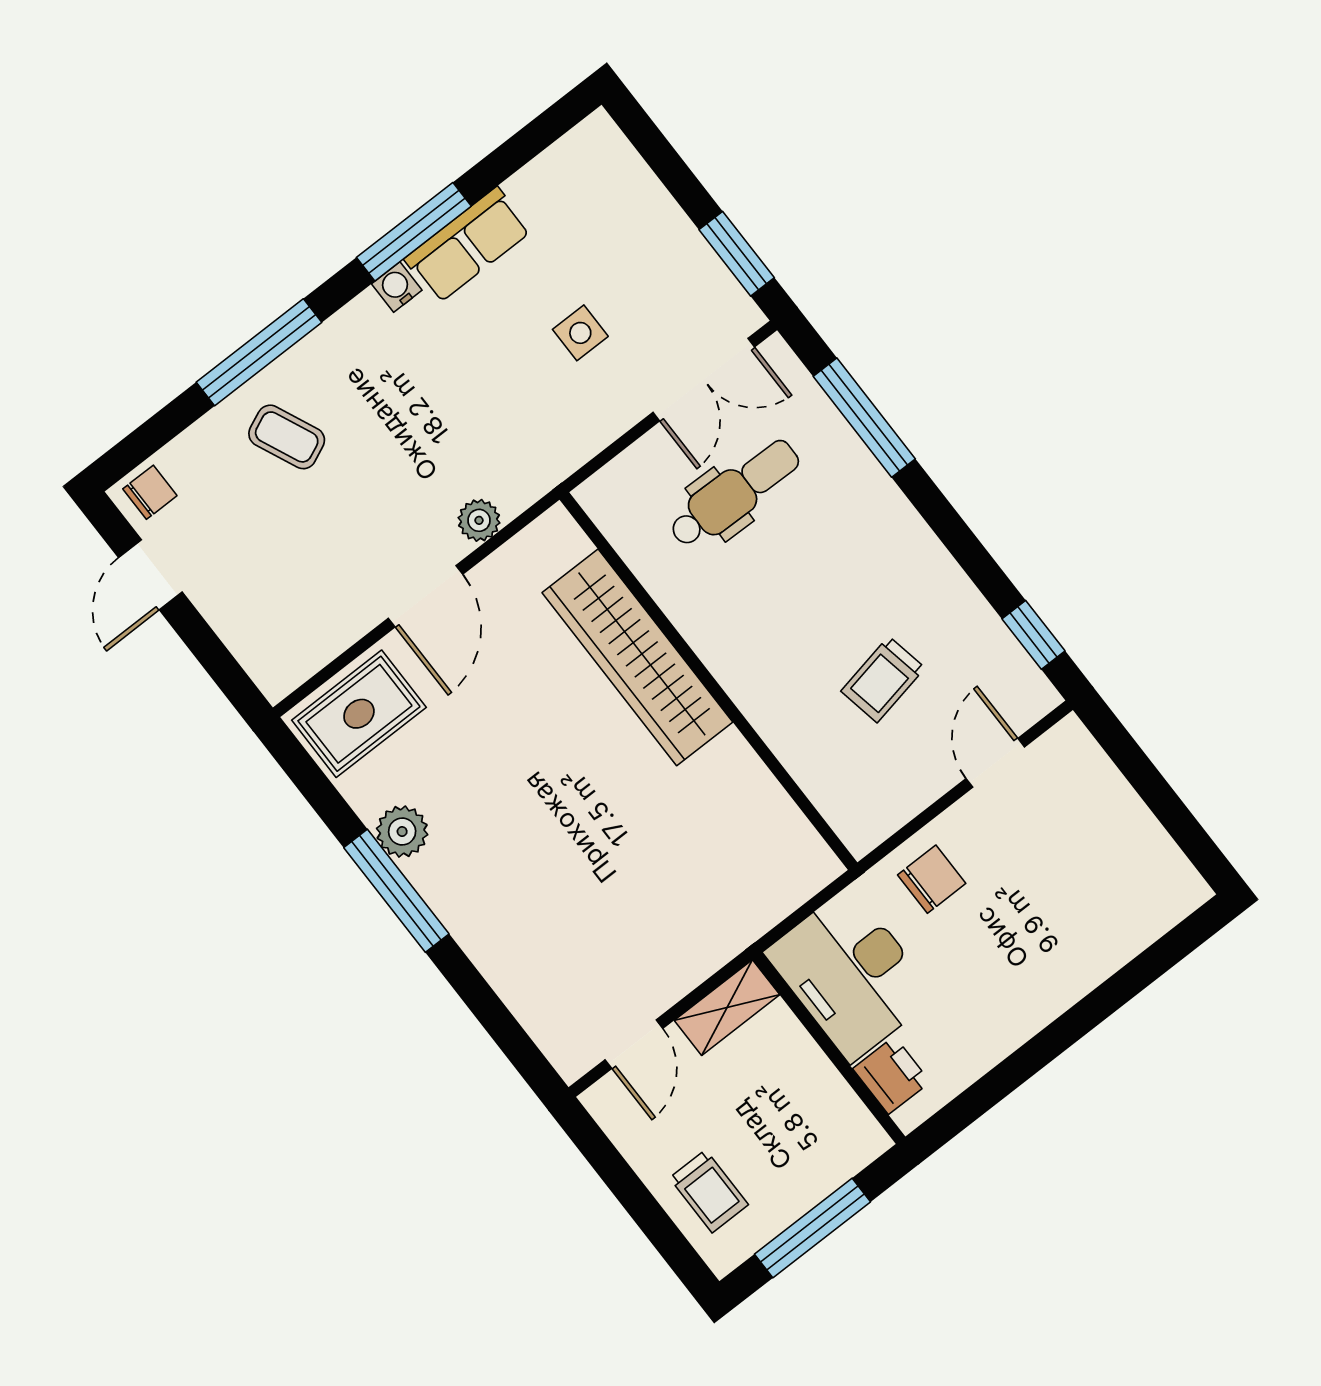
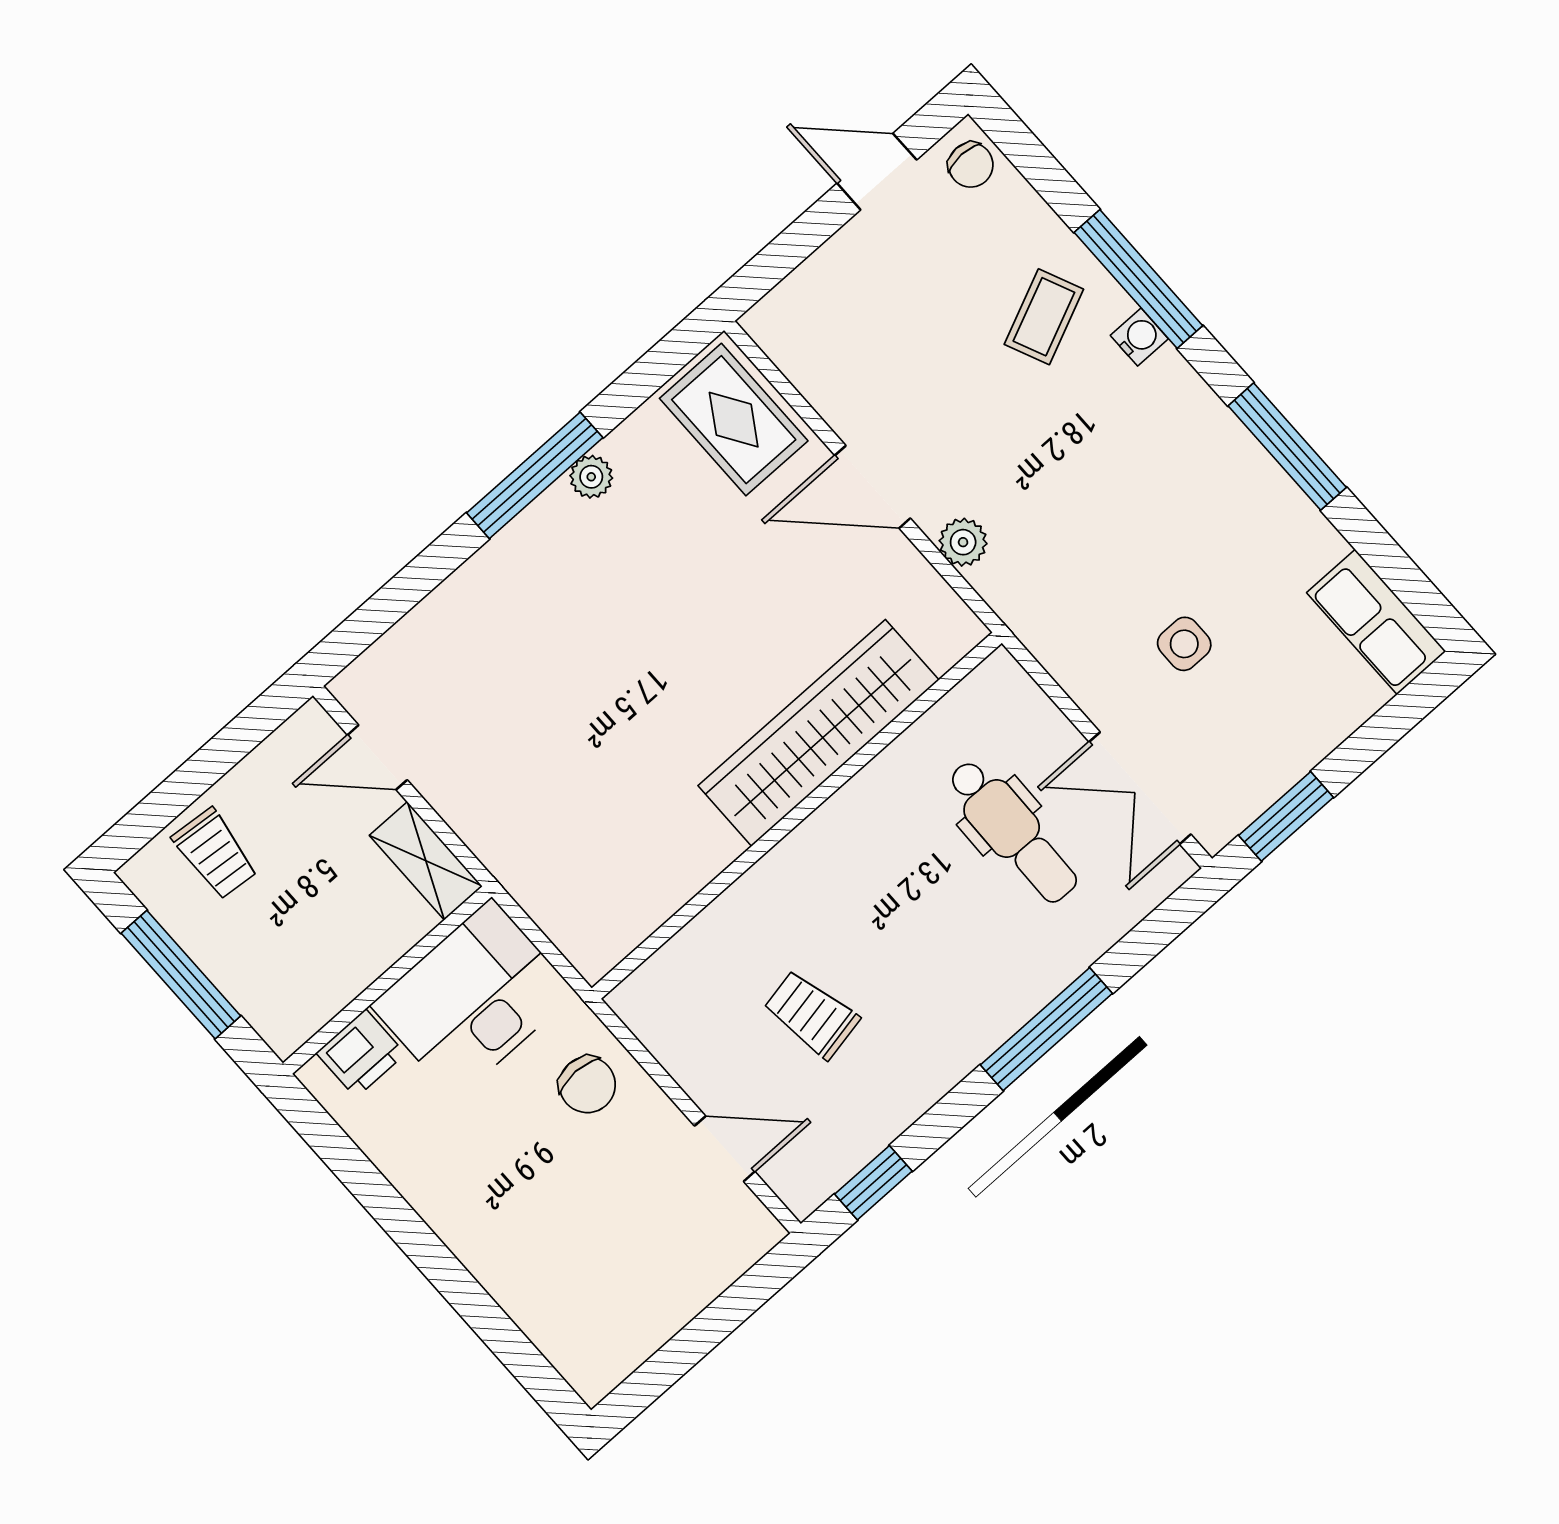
row of seats: (468, 245) -> (1376, 622), moved
water cooler: (397, 287) -> (1139, 337), moved
window: (864, 418) -> (1046, 1029), moved
plant: (402, 832) -> (591, 477), width x0.73, depth x0.73
trolley: (709, 1191) -> (215, 854), turned -85

